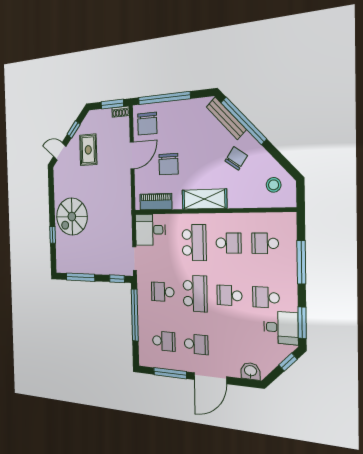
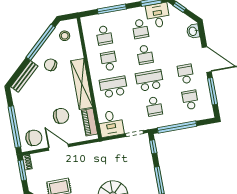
window: (244, 121) -> (41, 42), moved
shelving: (204, 199) -> (82, 84), width x1.47

